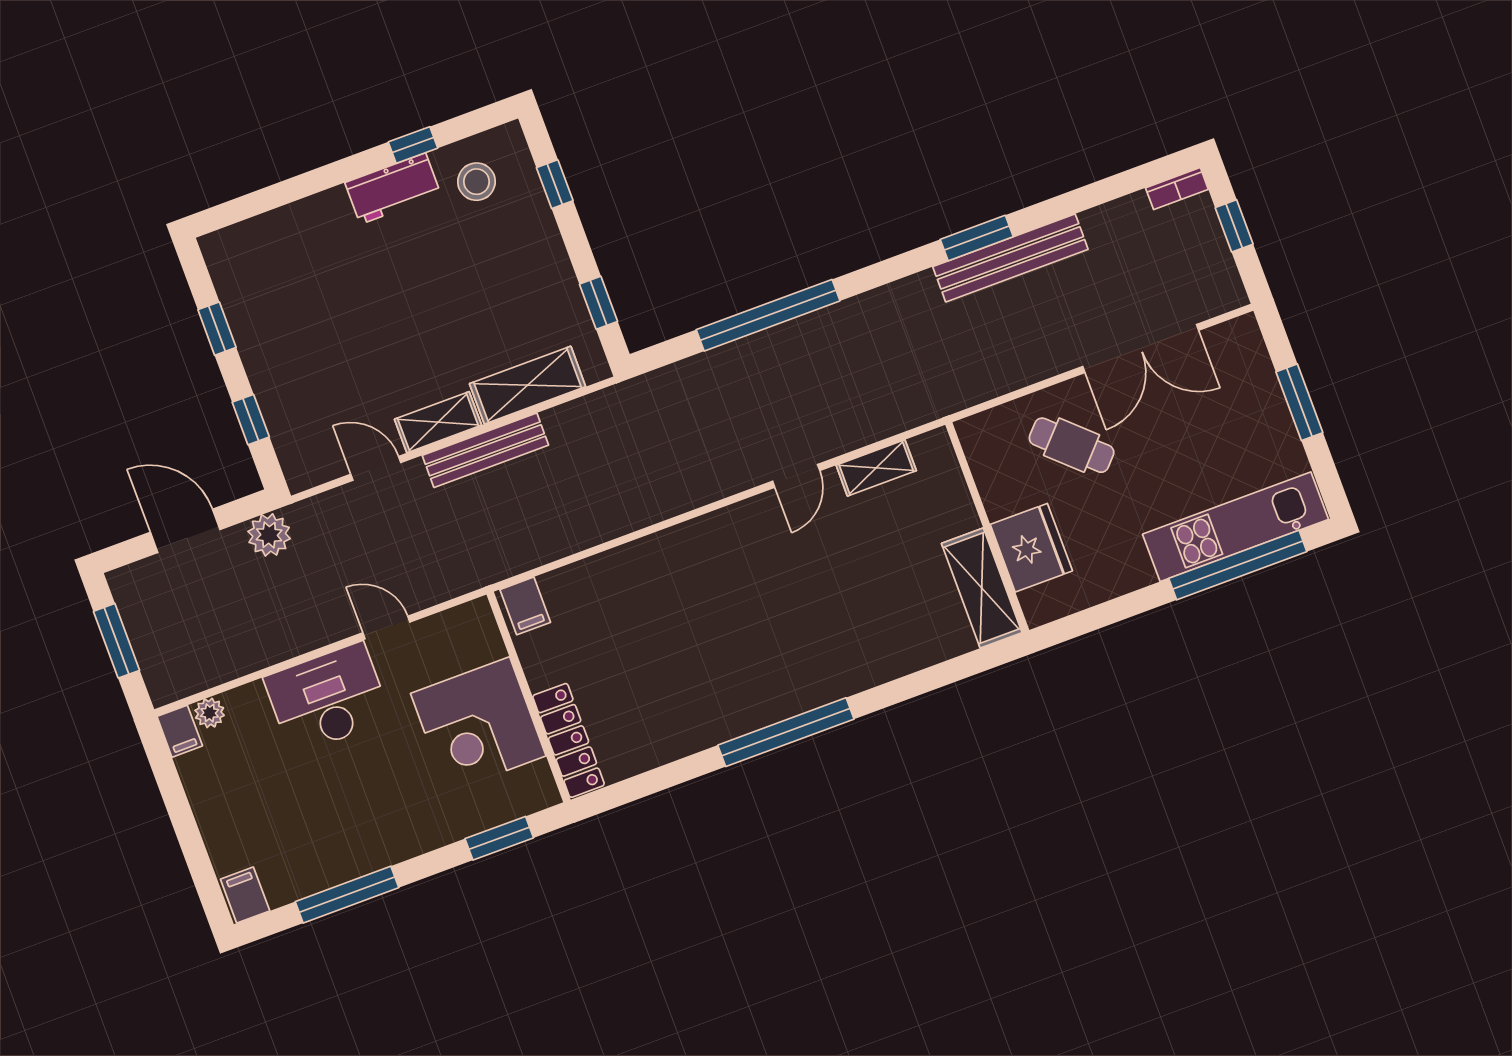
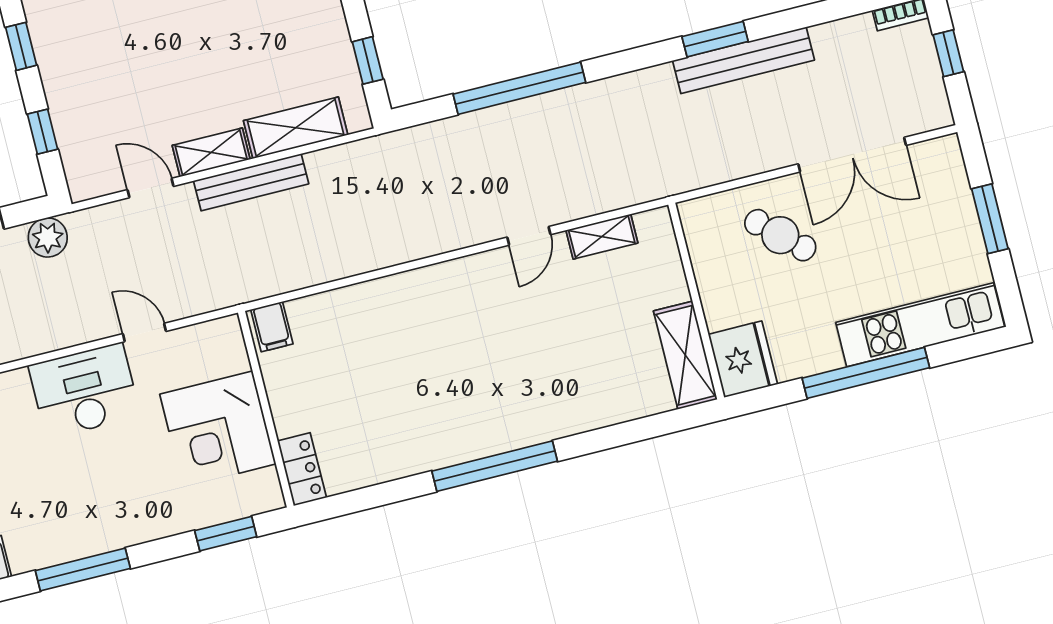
fridge: (1031, 548) -> (743, 359), moved
window: (1238, 565) -> (866, 373), moved
locker: (568, 740) -> (302, 469), width x0.66

